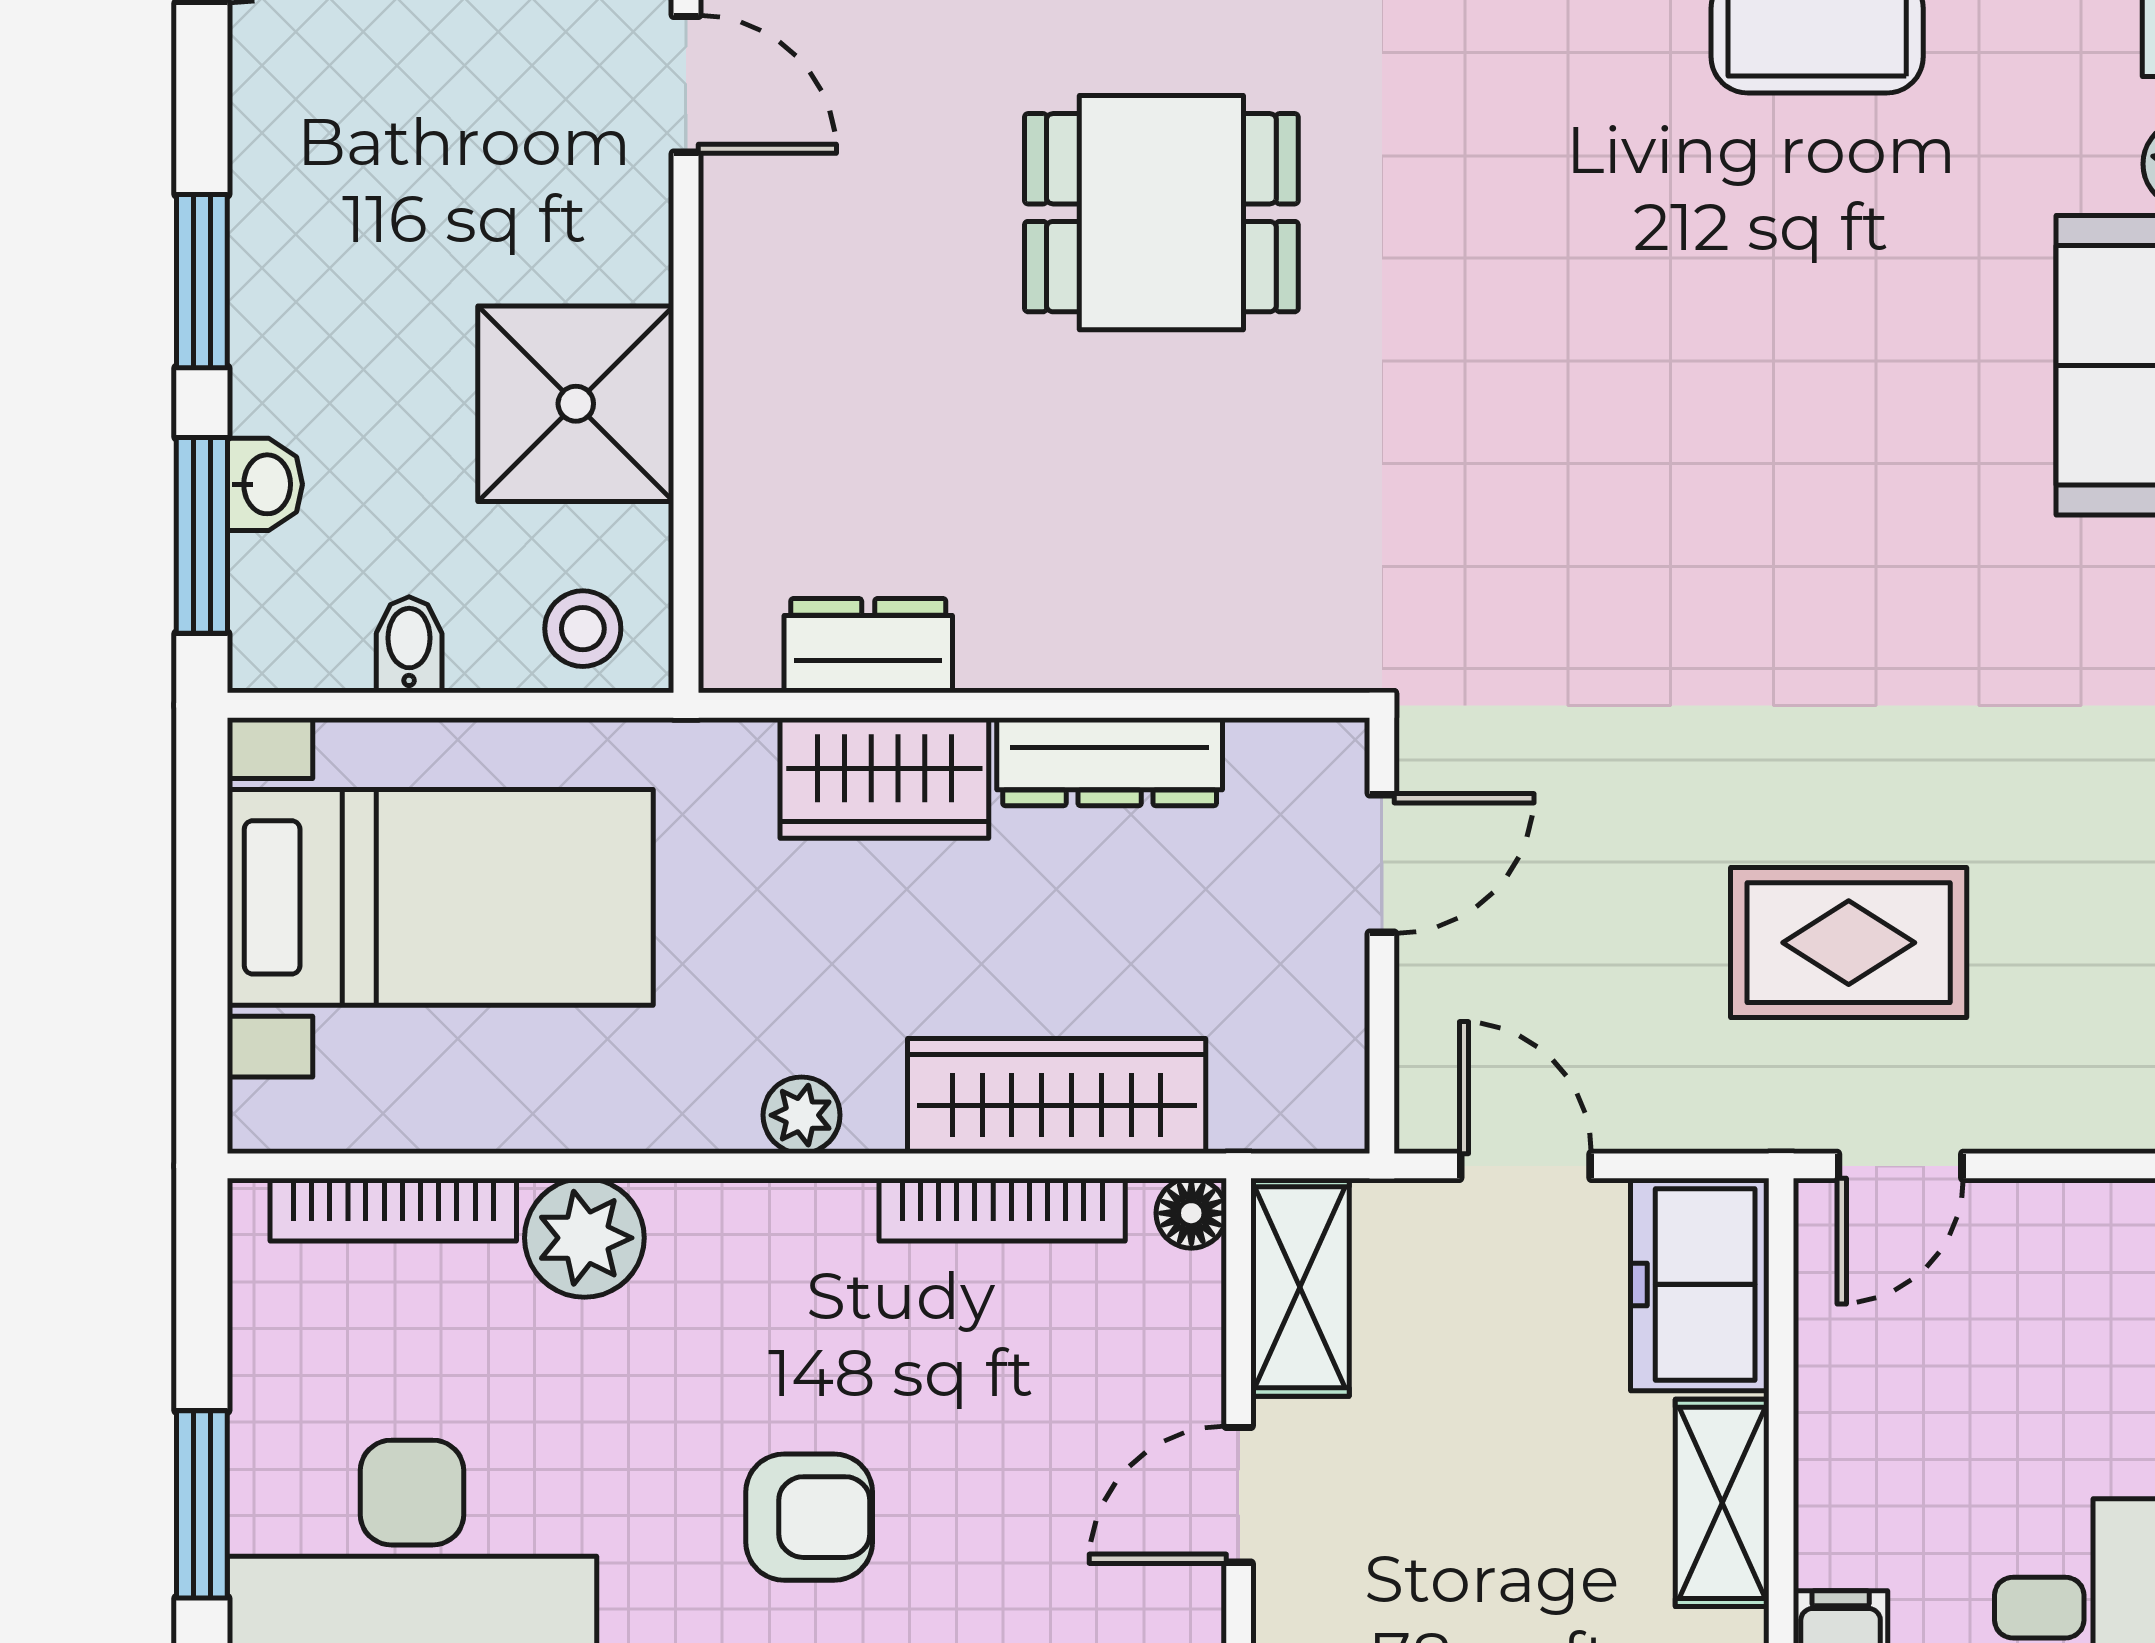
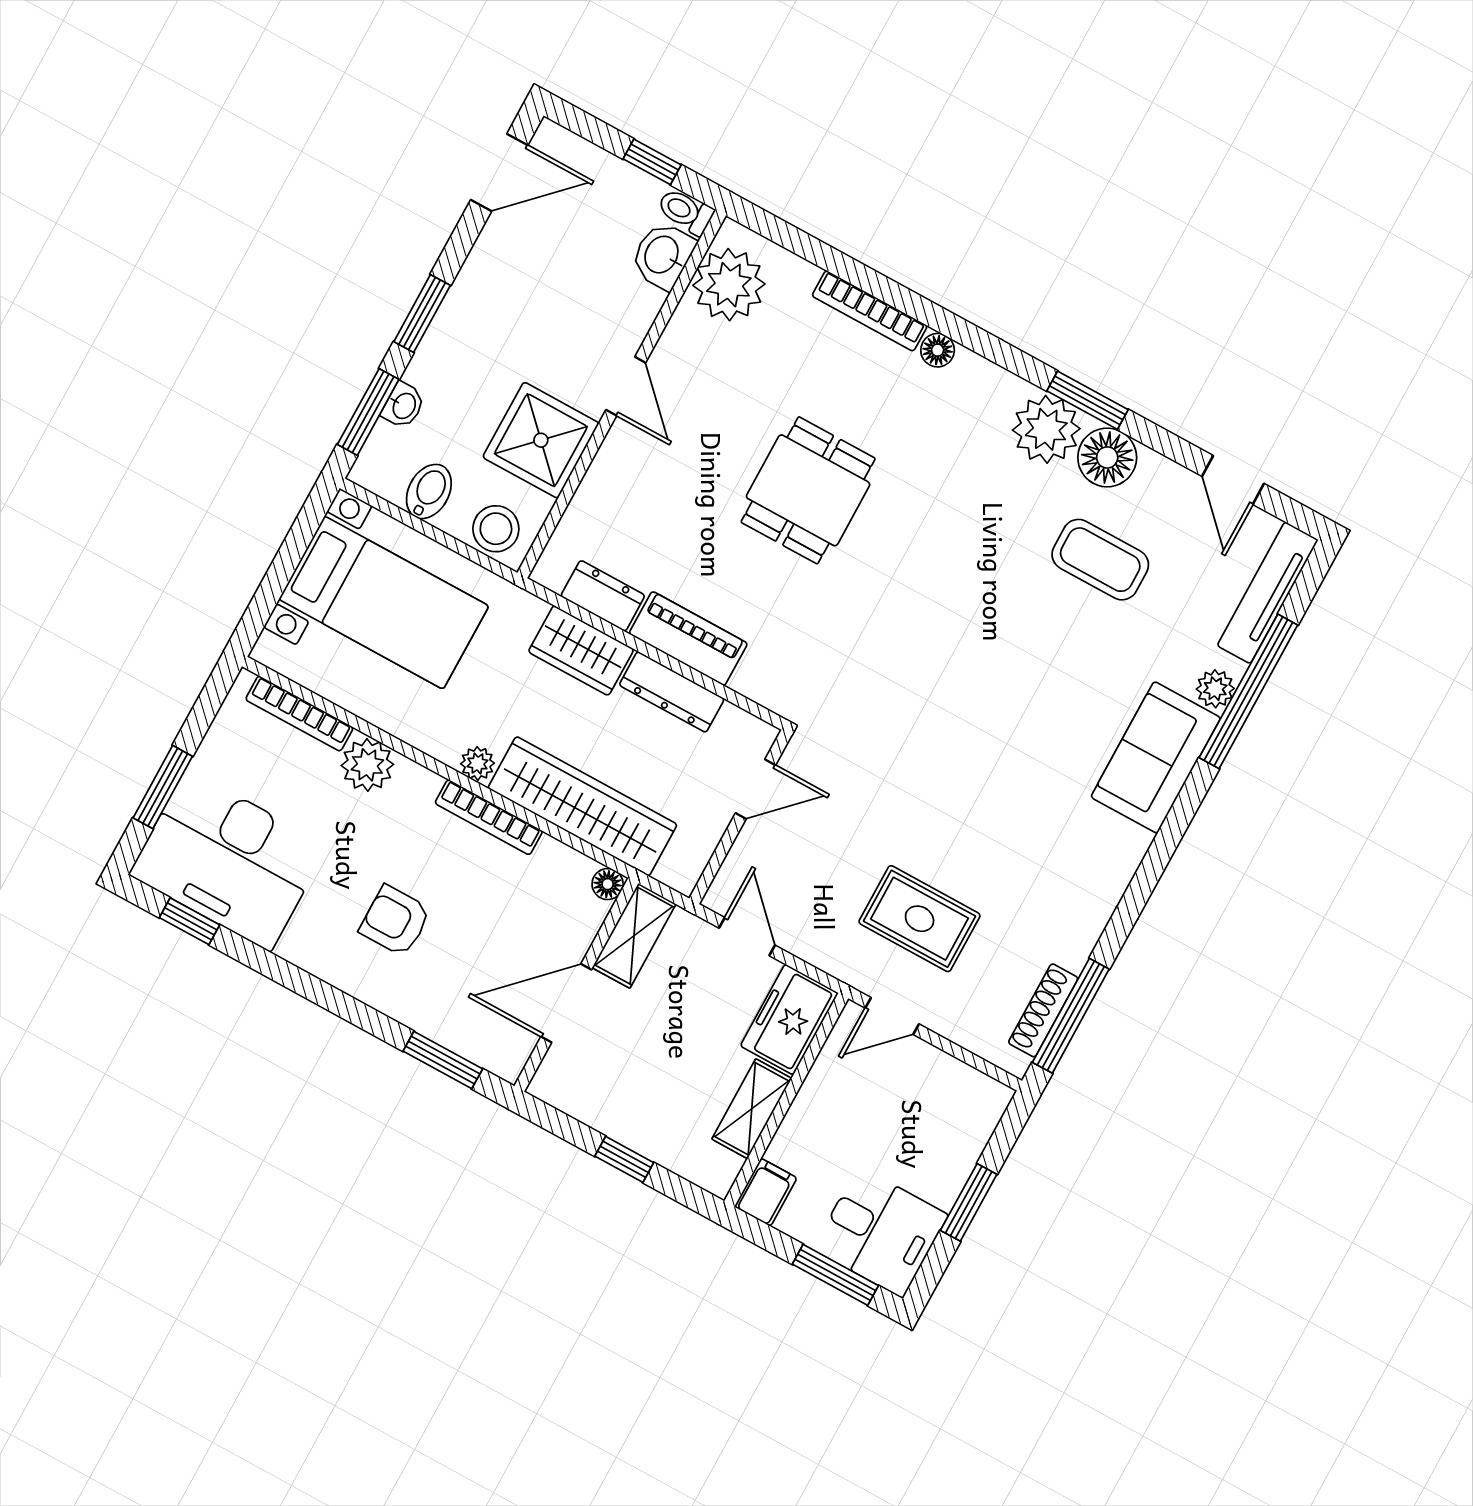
door: (686, 84) -> (626, 386), moved
dining table: (1161, 213) -> (808, 490), turned 90
stool: (583, 629) -> (496, 529), width x1.37, depth x1.37
piano: (1084, 638) -> (688, 639), added
bidet: (409, 645) -> (429, 491), width x1.38, depth x1.36
wardrobe: (1057, 1096) -> (582, 806), width x1.40, depth x1.17
bookcase: (1002, 1210) -> (489, 817), moved
door: (1239, 1495) -> (566, 1003), width x1.38
armchair: (809, 1517) -> (395, 921), turned 180

